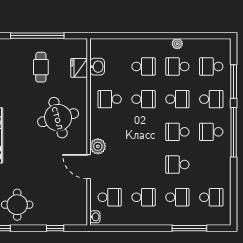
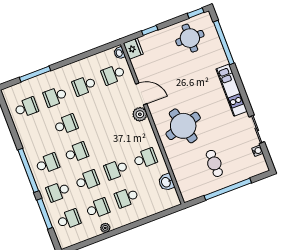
fridge: (79, 68) -> (133, 49), moved
school desk: (177, 99) -> (87, 180), turned 180
school desk: (211, 197) -> (26, 108), turned 180

